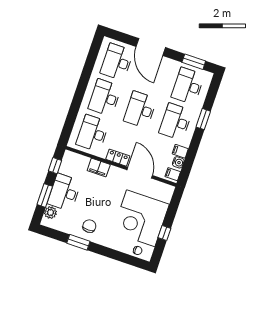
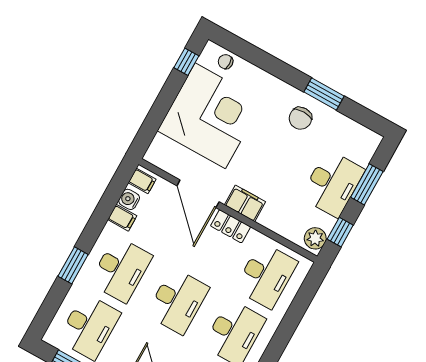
filing cabinet: (99, 168) -> (245, 203), moved
plant: (50, 213) -> (315, 238), moved
window: (164, 233) -> (186, 62), moved

